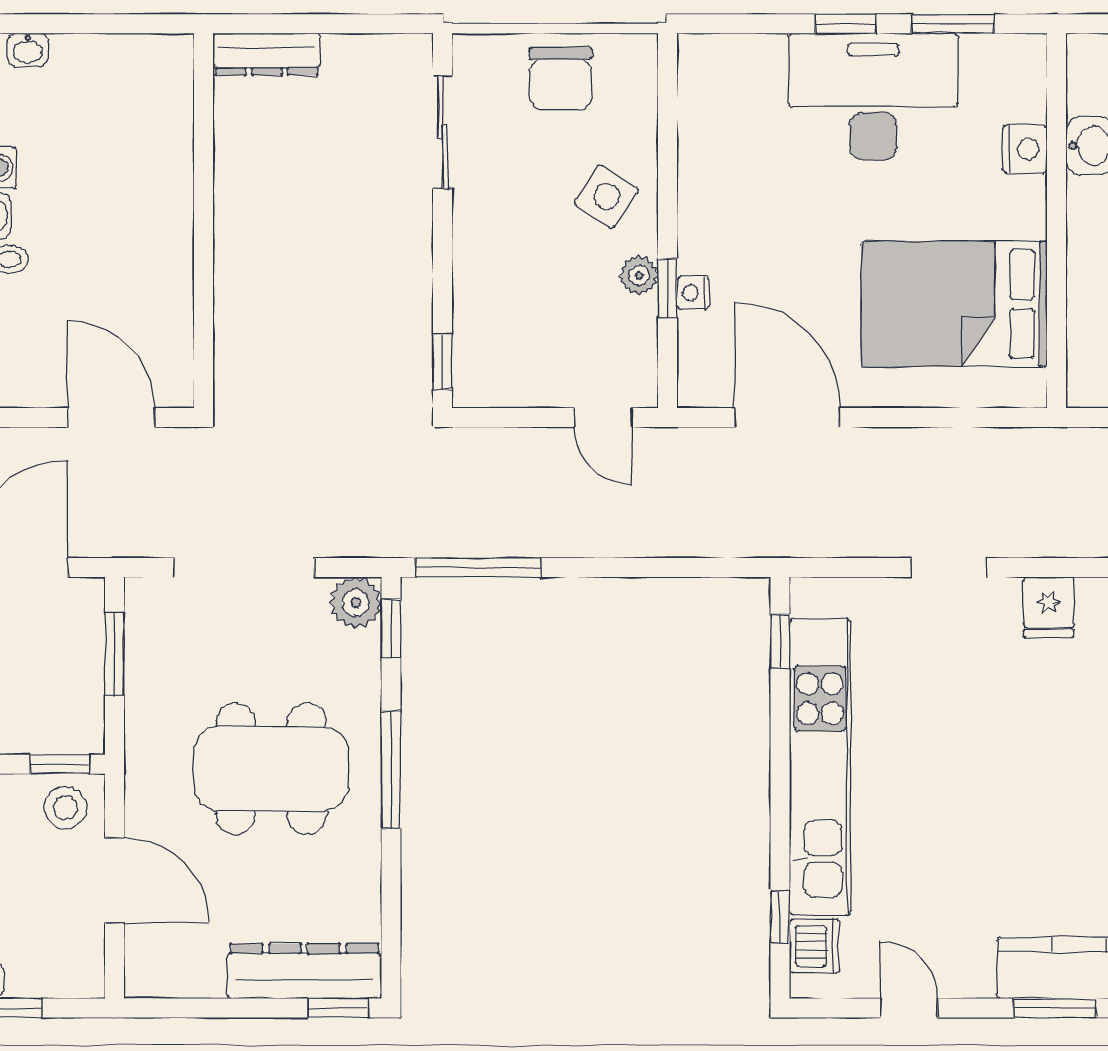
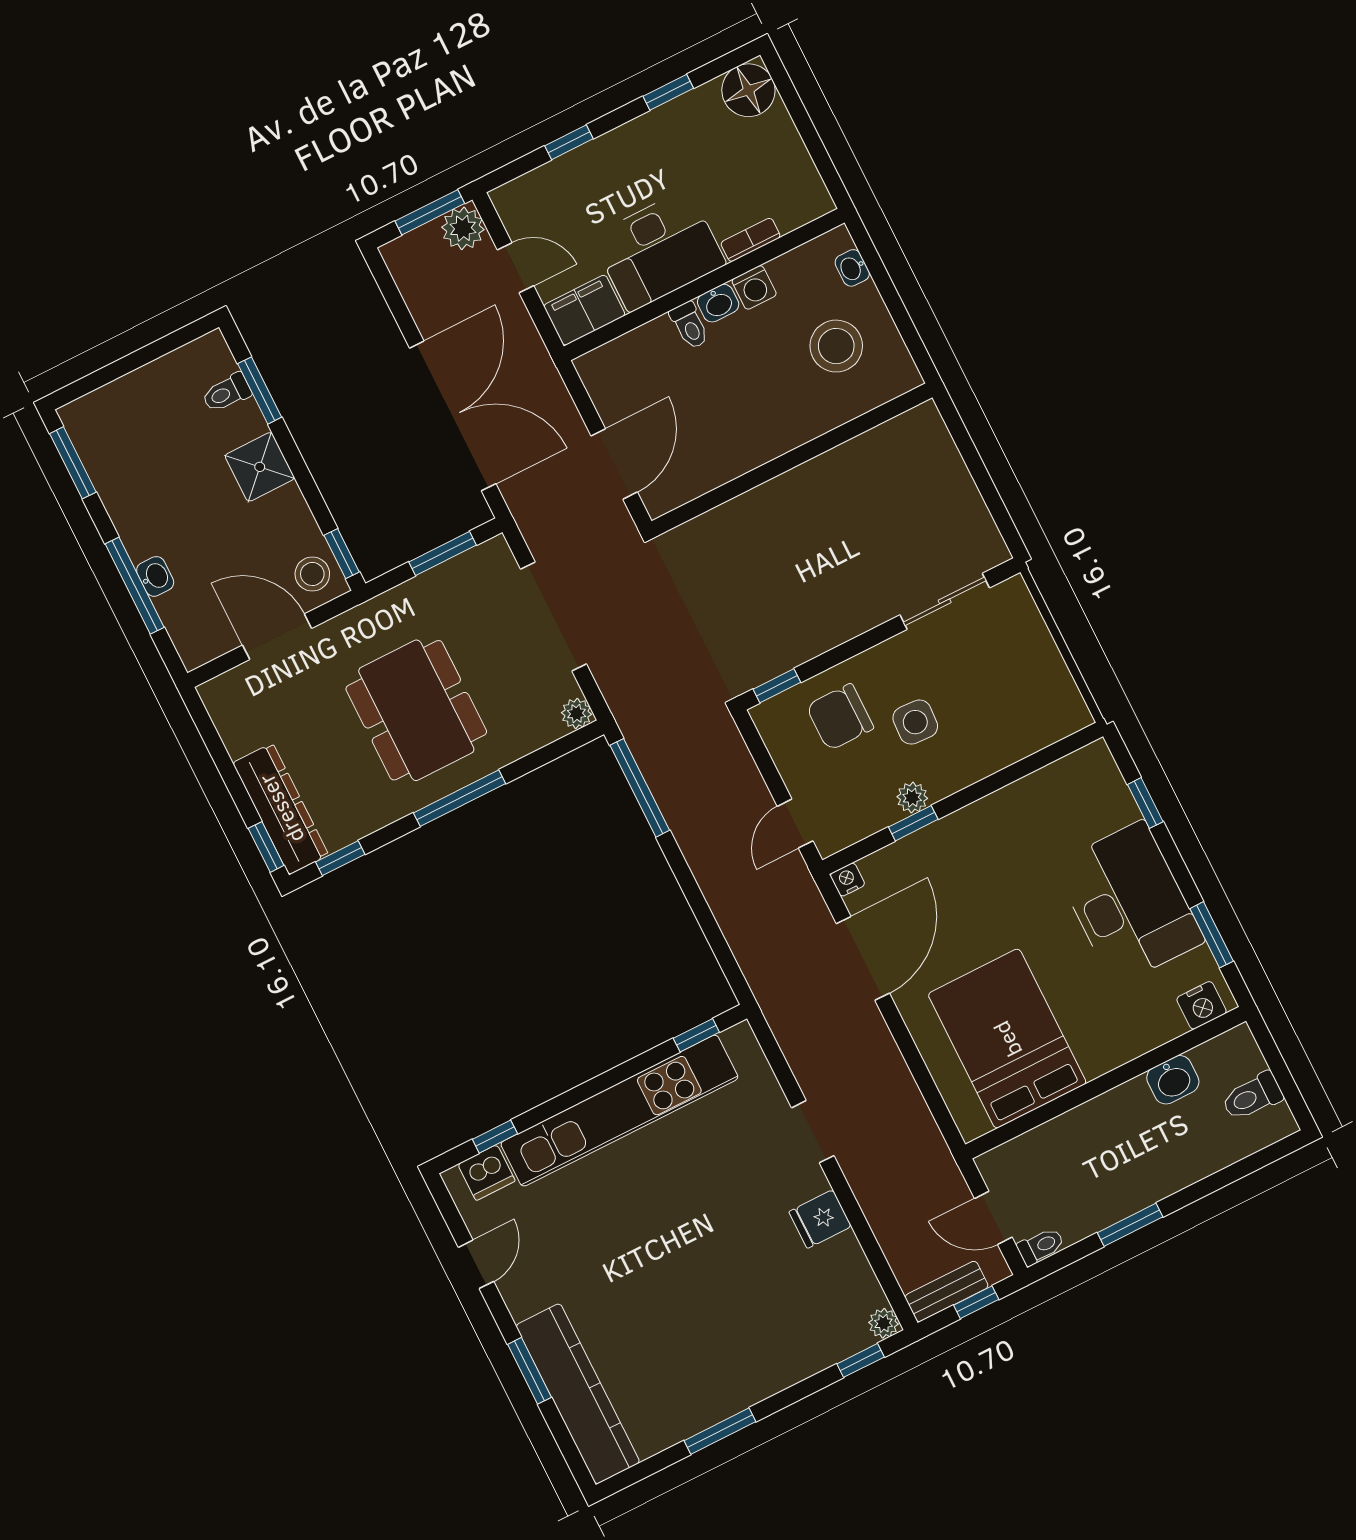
window: (846, 24) -> (1145, 803), moved
dresser: (267, 54) -> (937, 444), removed
chair: (561, 79) -> (840, 717), moved
stool: (104, 110) -> (836, 346), added
nightstand: (1025, 149) -> (1202, 1005), moved
side table: (606, 197) -> (915, 722), moved, turned -31
nightstand: (693, 293) -> (847, 880), moved
plant: (356, 603) -> (577, 713), width x0.73, depth x0.73
window: (391, 628) -> (340, 858), moved
door: (115, 880) -> (277, 637), swing flipped

